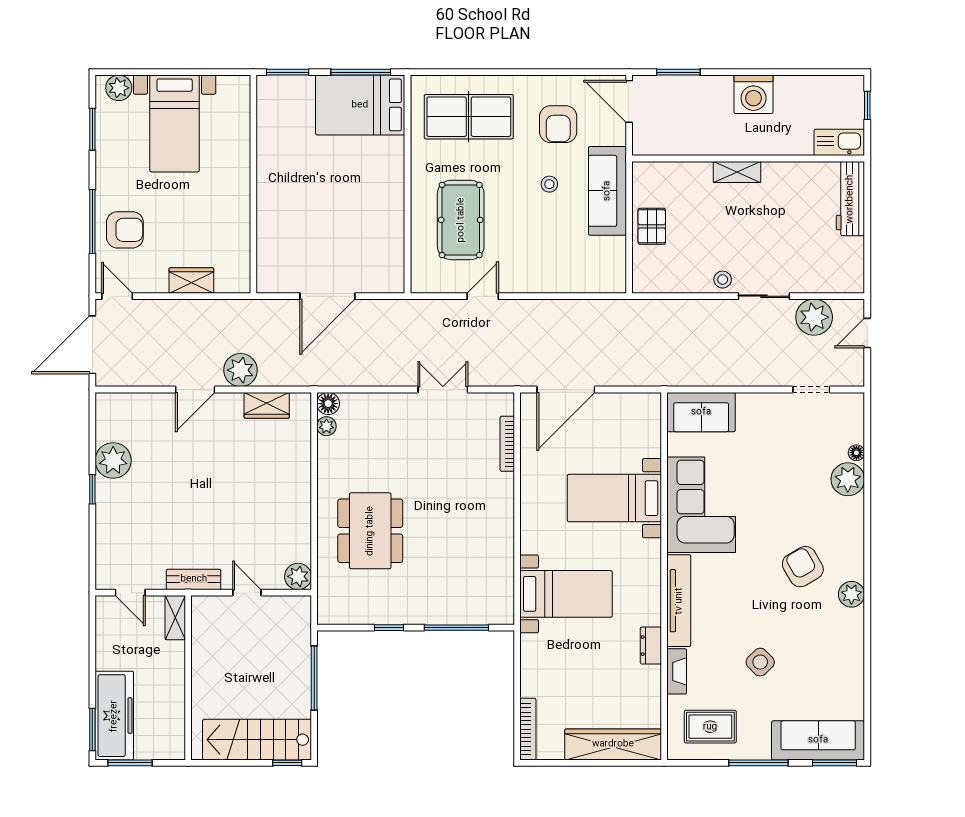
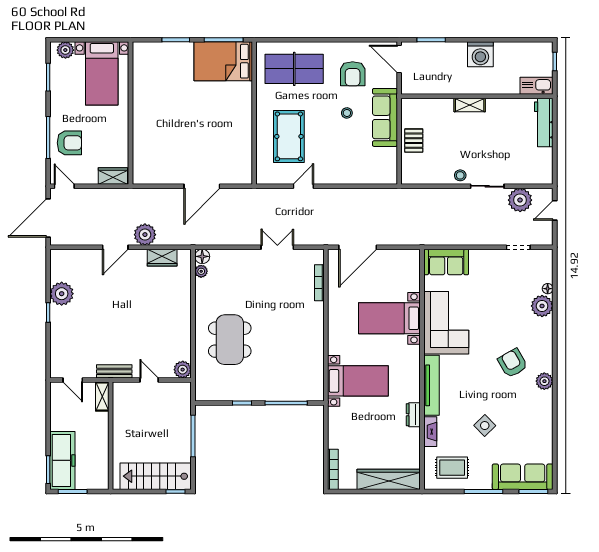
wall: (253, 184) -> (131, 113), moved

